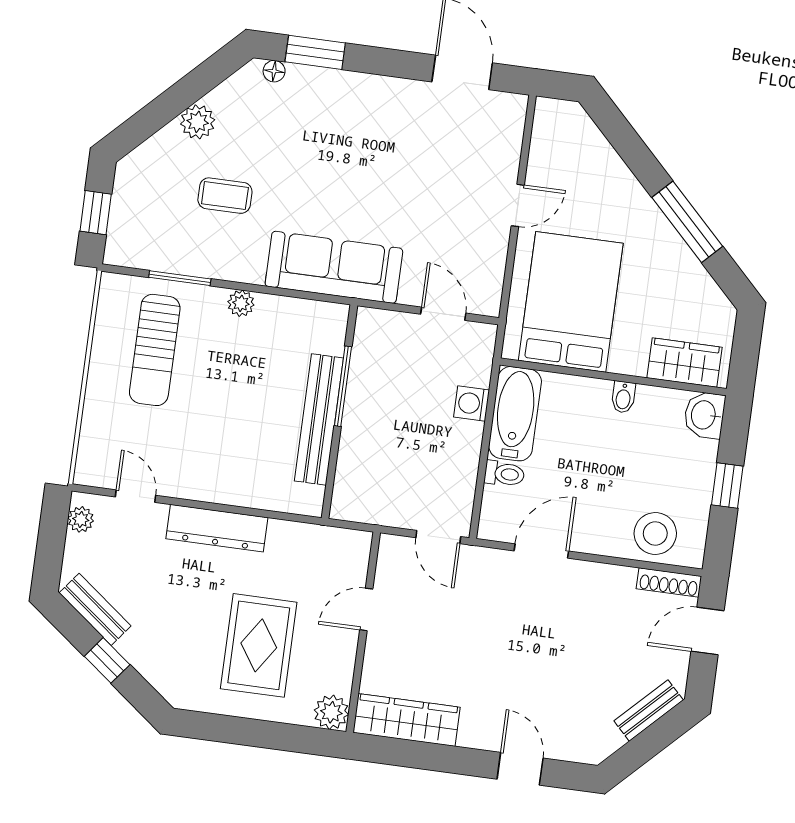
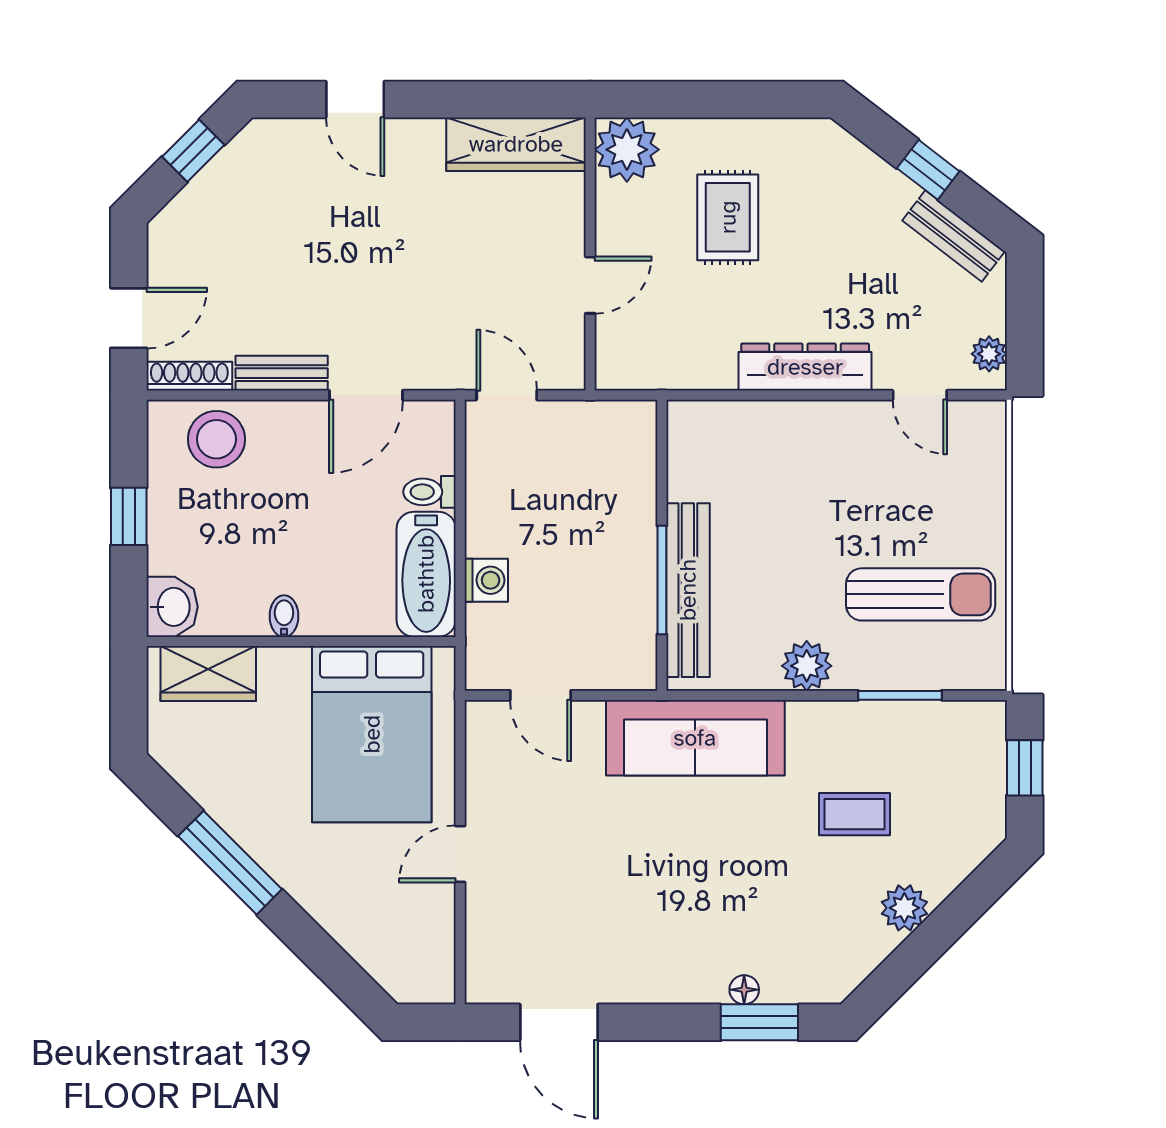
floor lamp: (274, 71) -> (744, 990), moved
plant: (241, 303) -> (807, 666), width x1.38, depth x1.38
sun lounger: (155, 350) -> (921, 594), turned 90
bench: (319, 419) -> (688, 590), moved
rug: (259, 645) -> (728, 217), width x0.73, depth x0.70
bench: (649, 710) -> (282, 373), moved, turned 45
plant: (331, 712) -> (627, 150), width x1.36, depth x1.36
window: (644, 747) -> (193, 151), added

